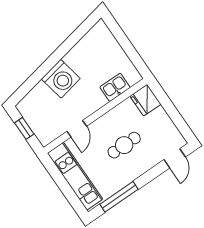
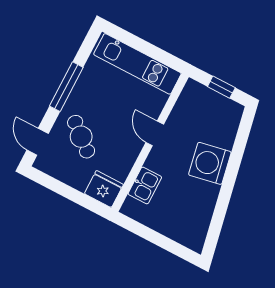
door: (77, 129) -> (155, 133), moved
cafe table: (124, 145) -> (81, 137), moved, turned -50
window: (119, 197) -> (66, 87), moved

